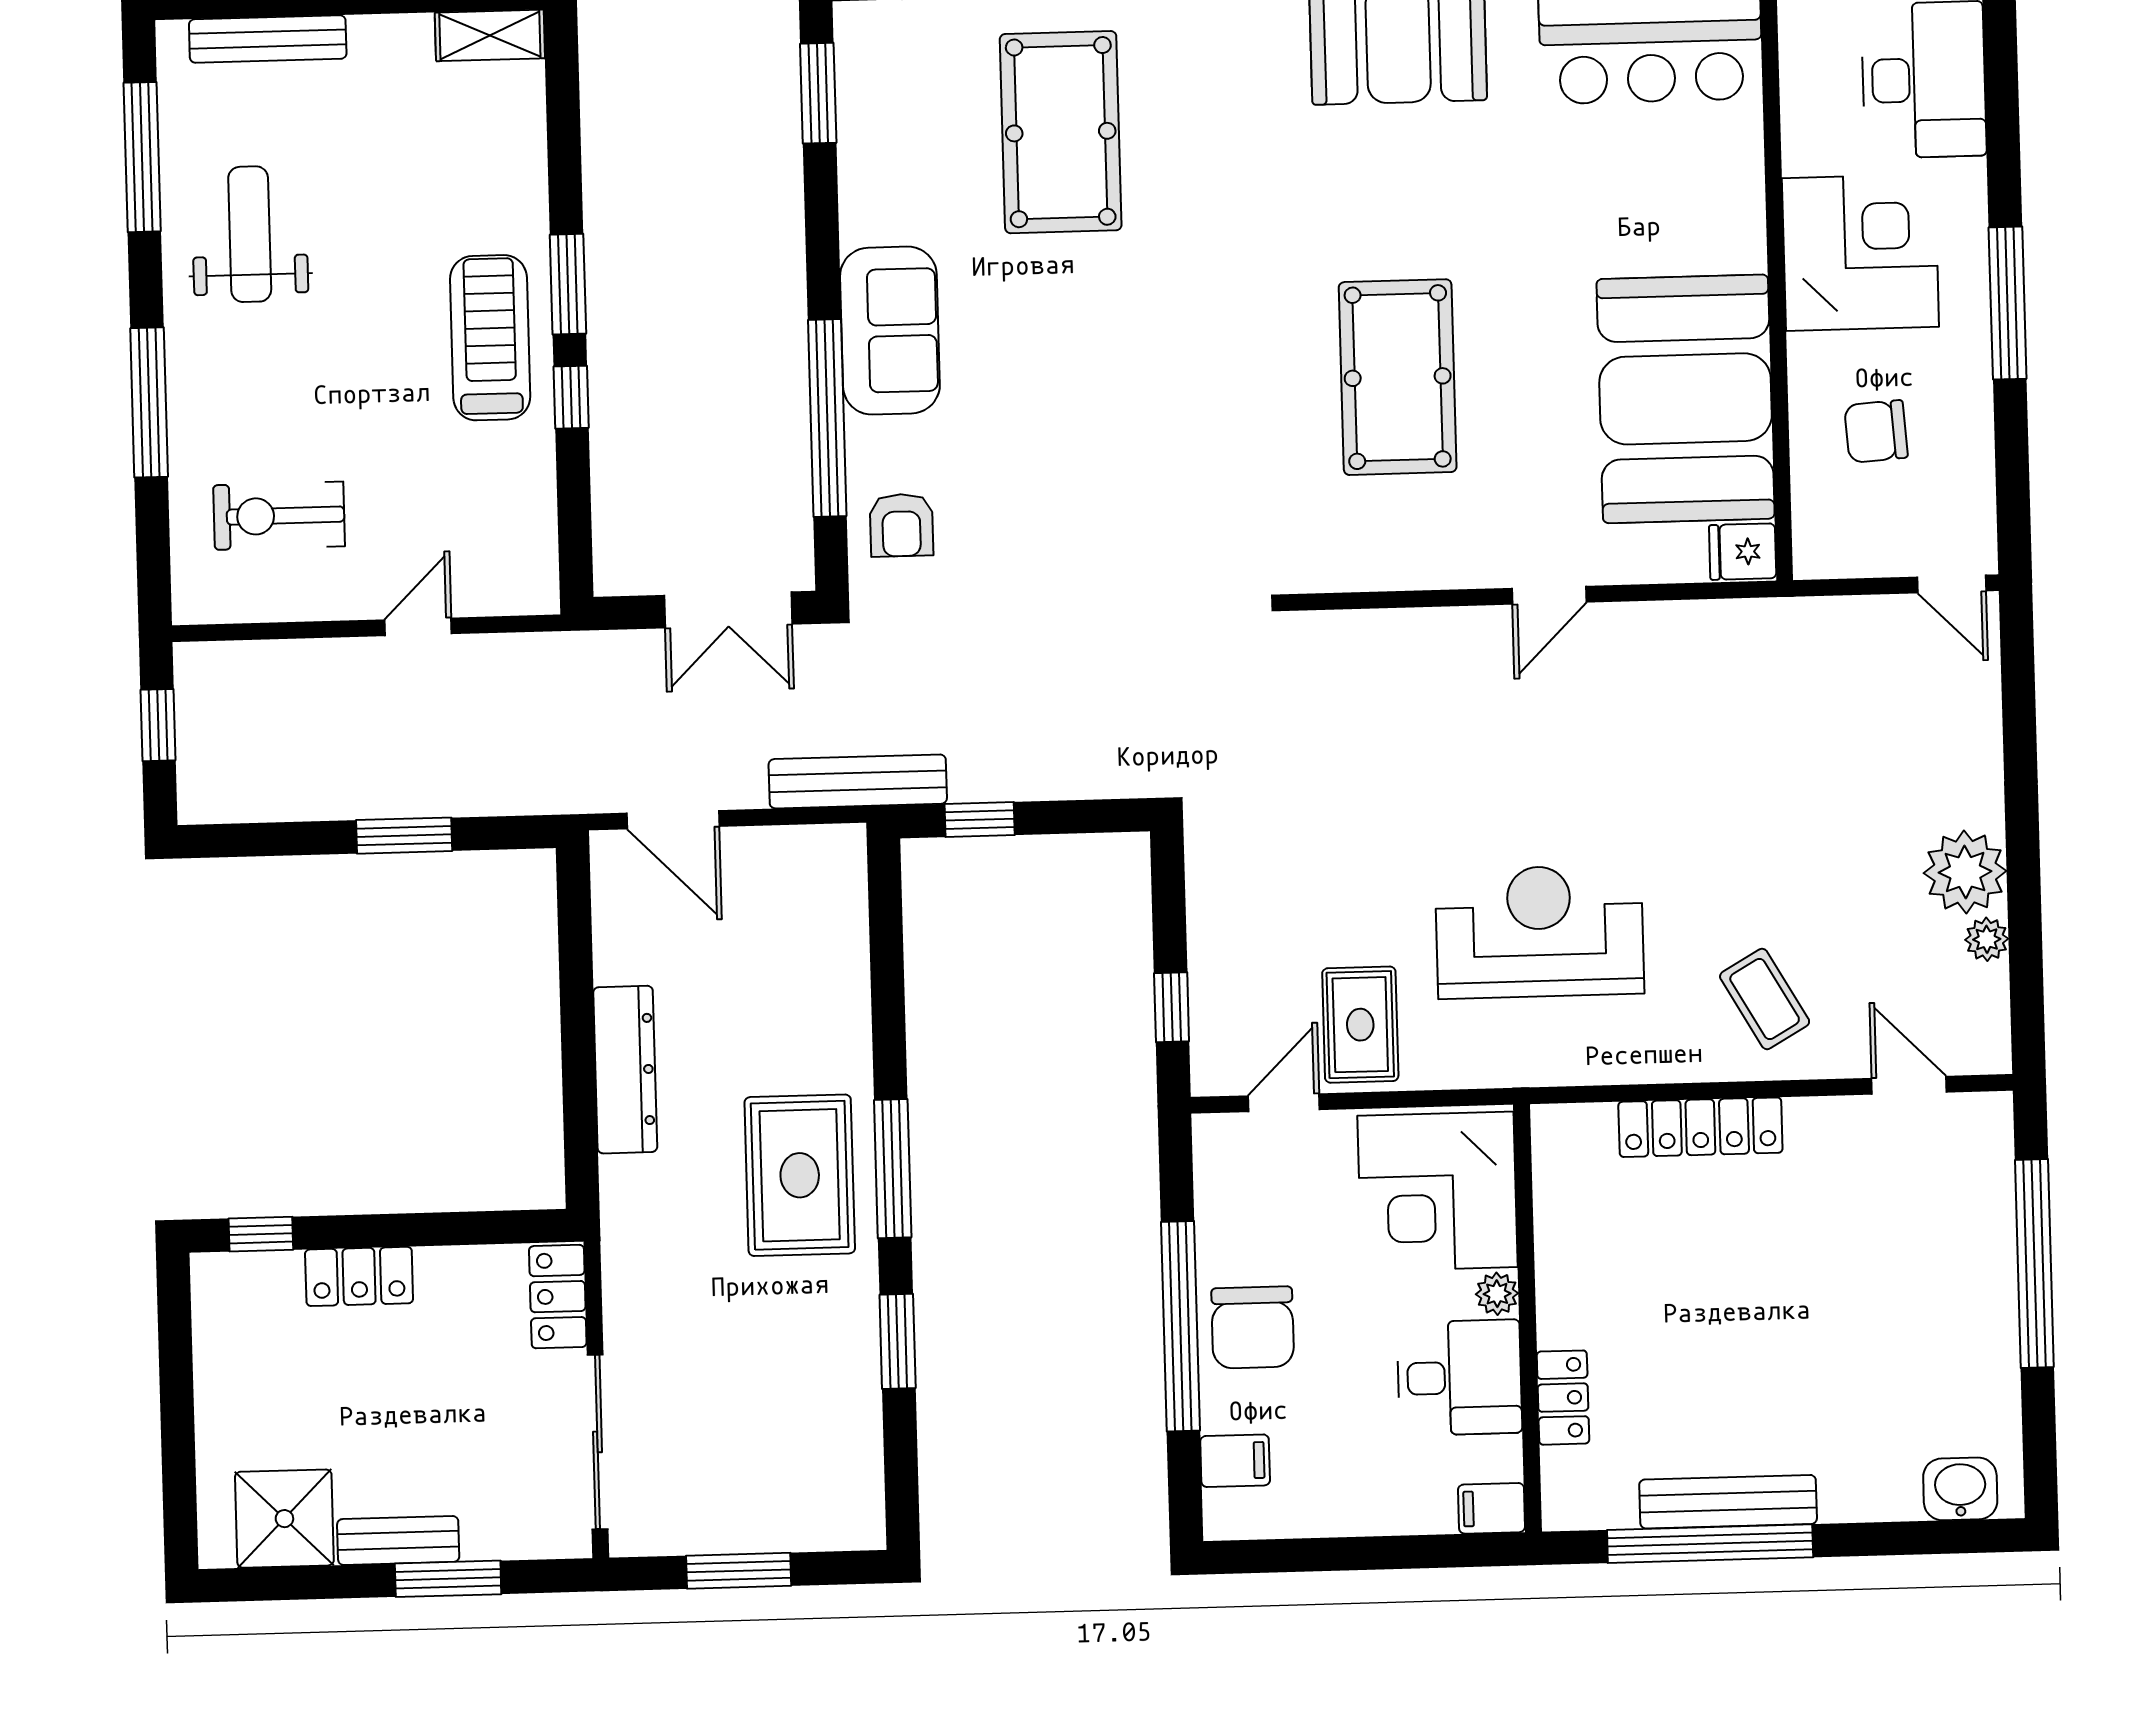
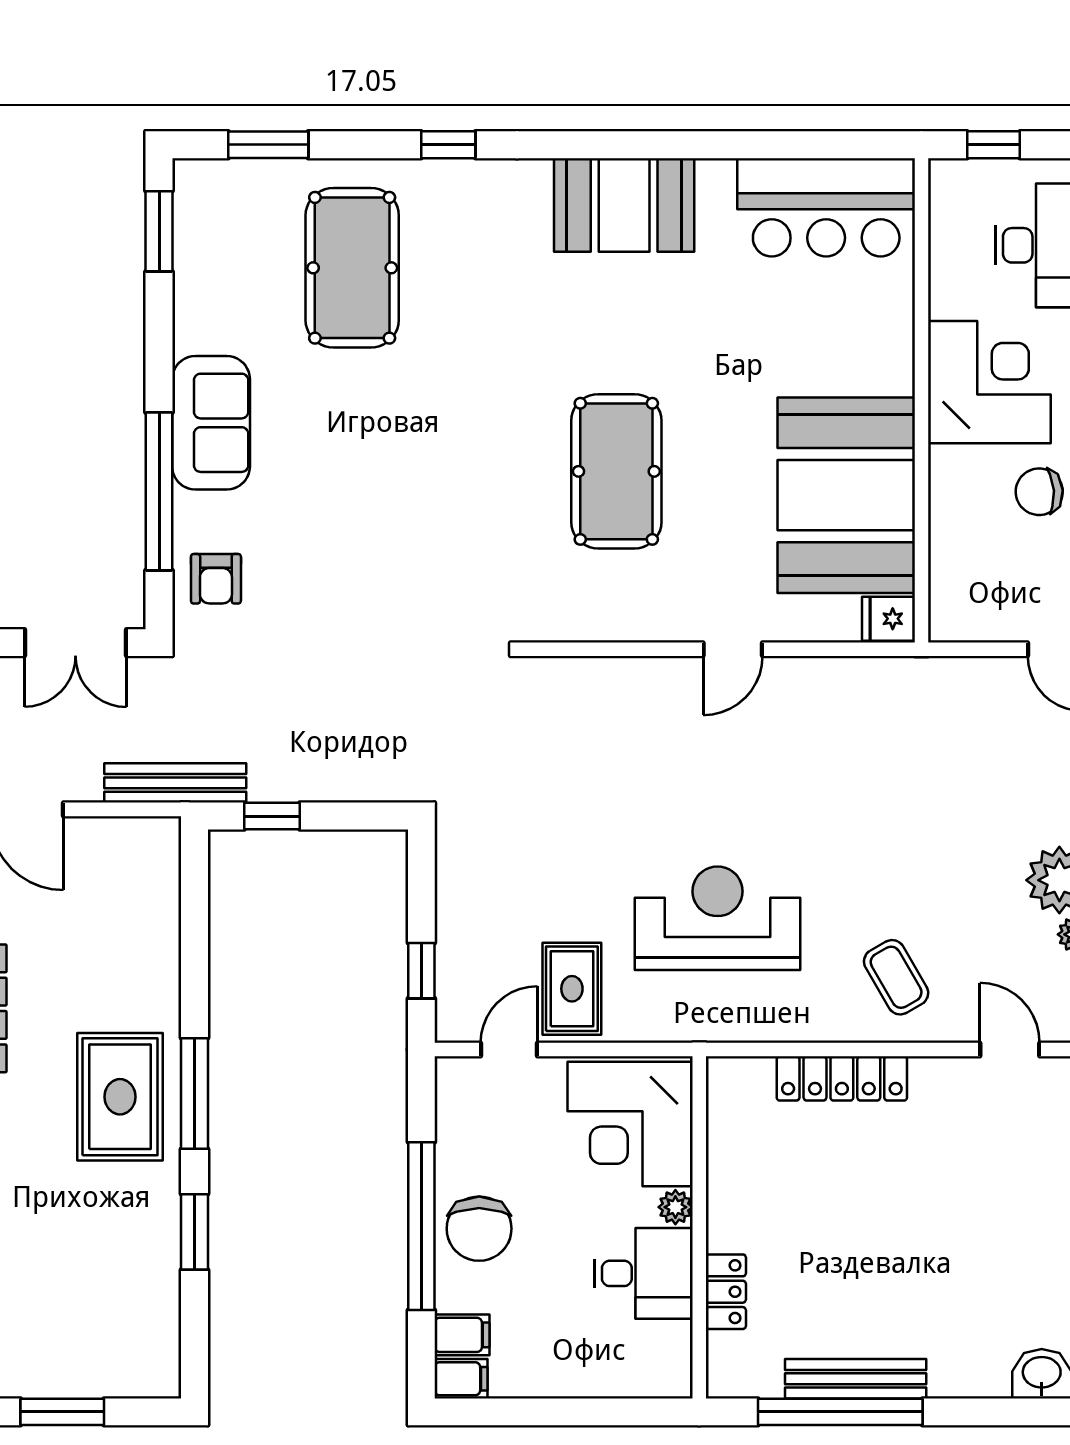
chair: (1876, 431) -> (1039, 492), moved
filing cabinet: (1492, 1508) -> (461, 1379), moved, turned 180

